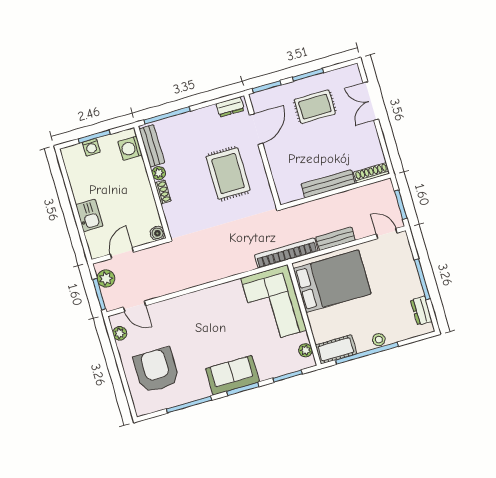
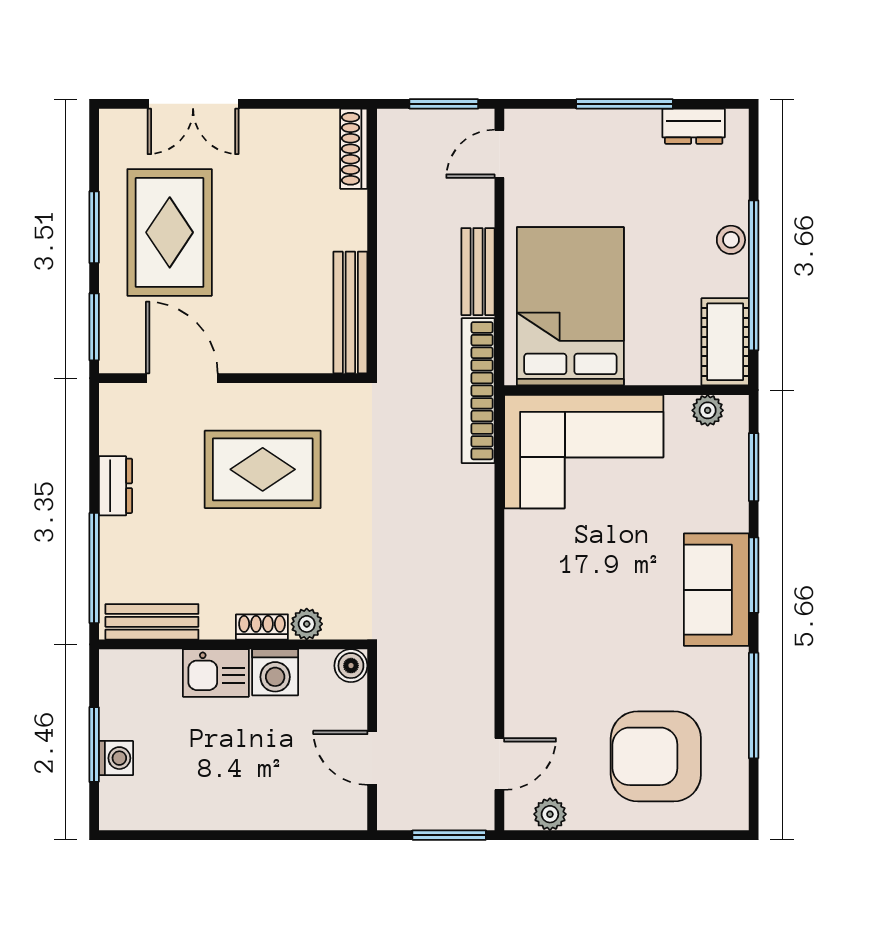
dresser: (230, 107) -> (115, 486), moved
rug: (315, 107) -> (170, 232), width x1.36, depth x1.43
washing machine: (130, 148) -> (275, 672), moved
plant: (159, 173) -> (307, 624), moved
bench: (328, 184) -> (350, 313), moved
kitchen sink: (89, 215) -> (216, 673), moved, turned 180
plant: (106, 278) -> (419, 810), removed

